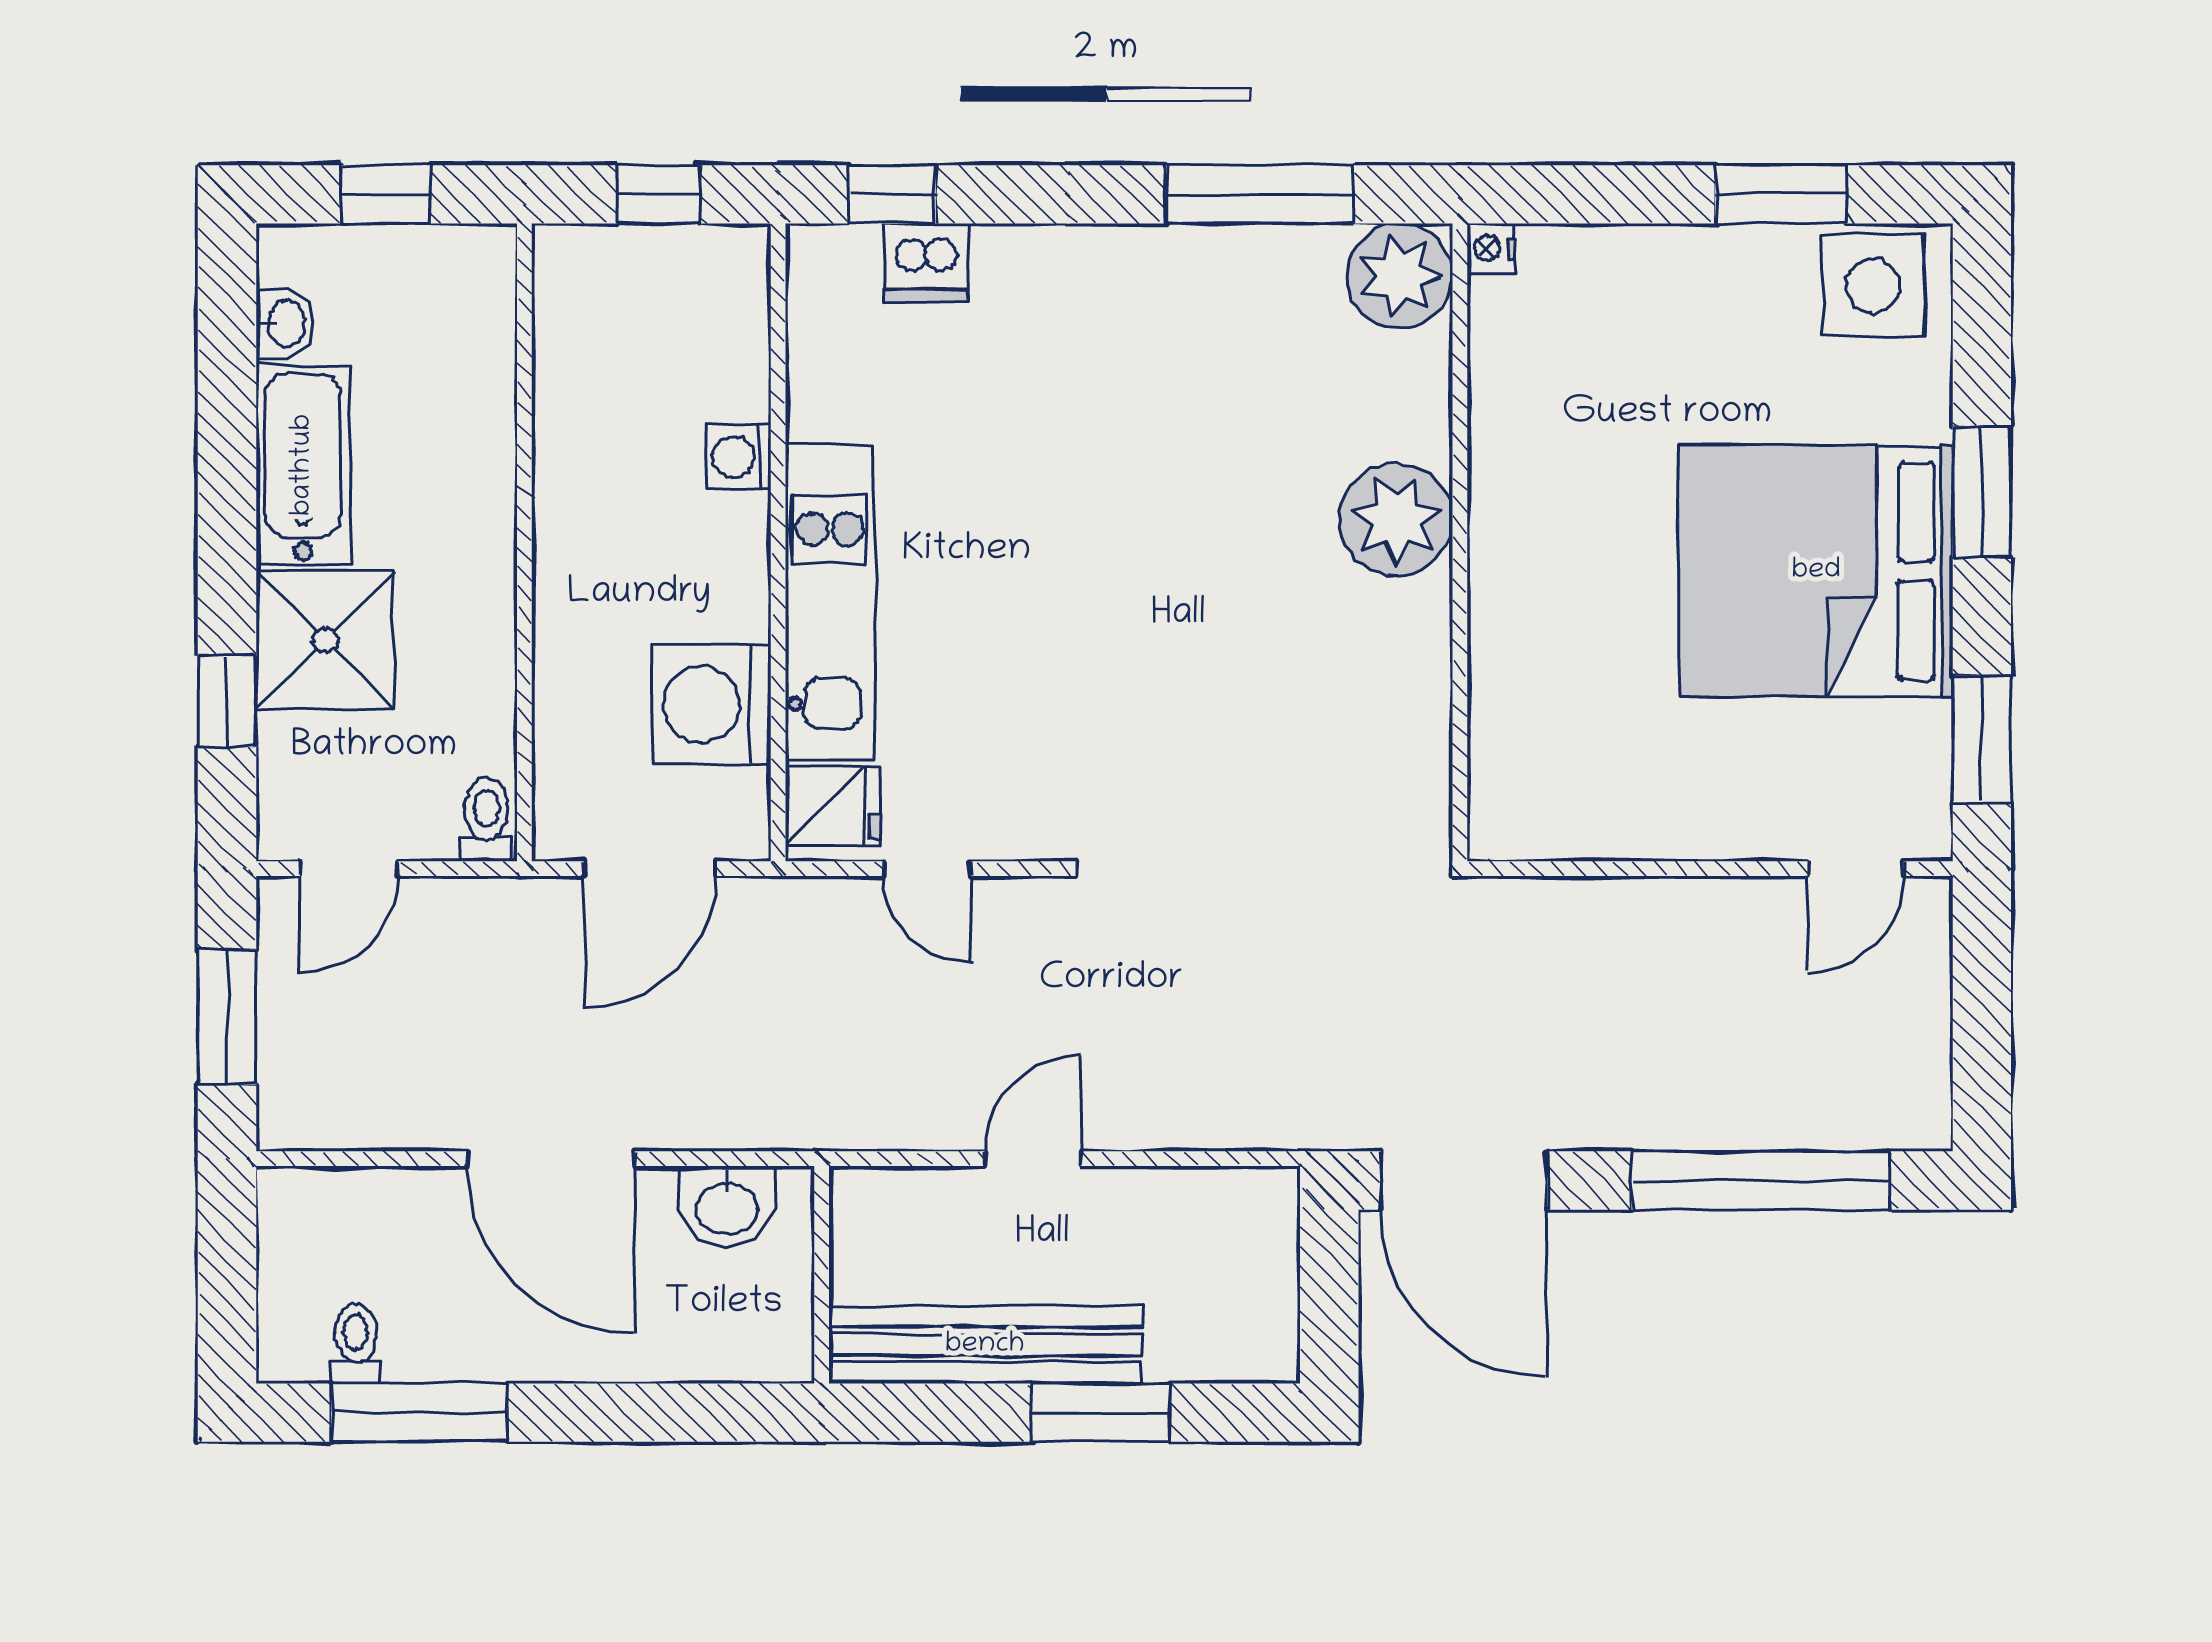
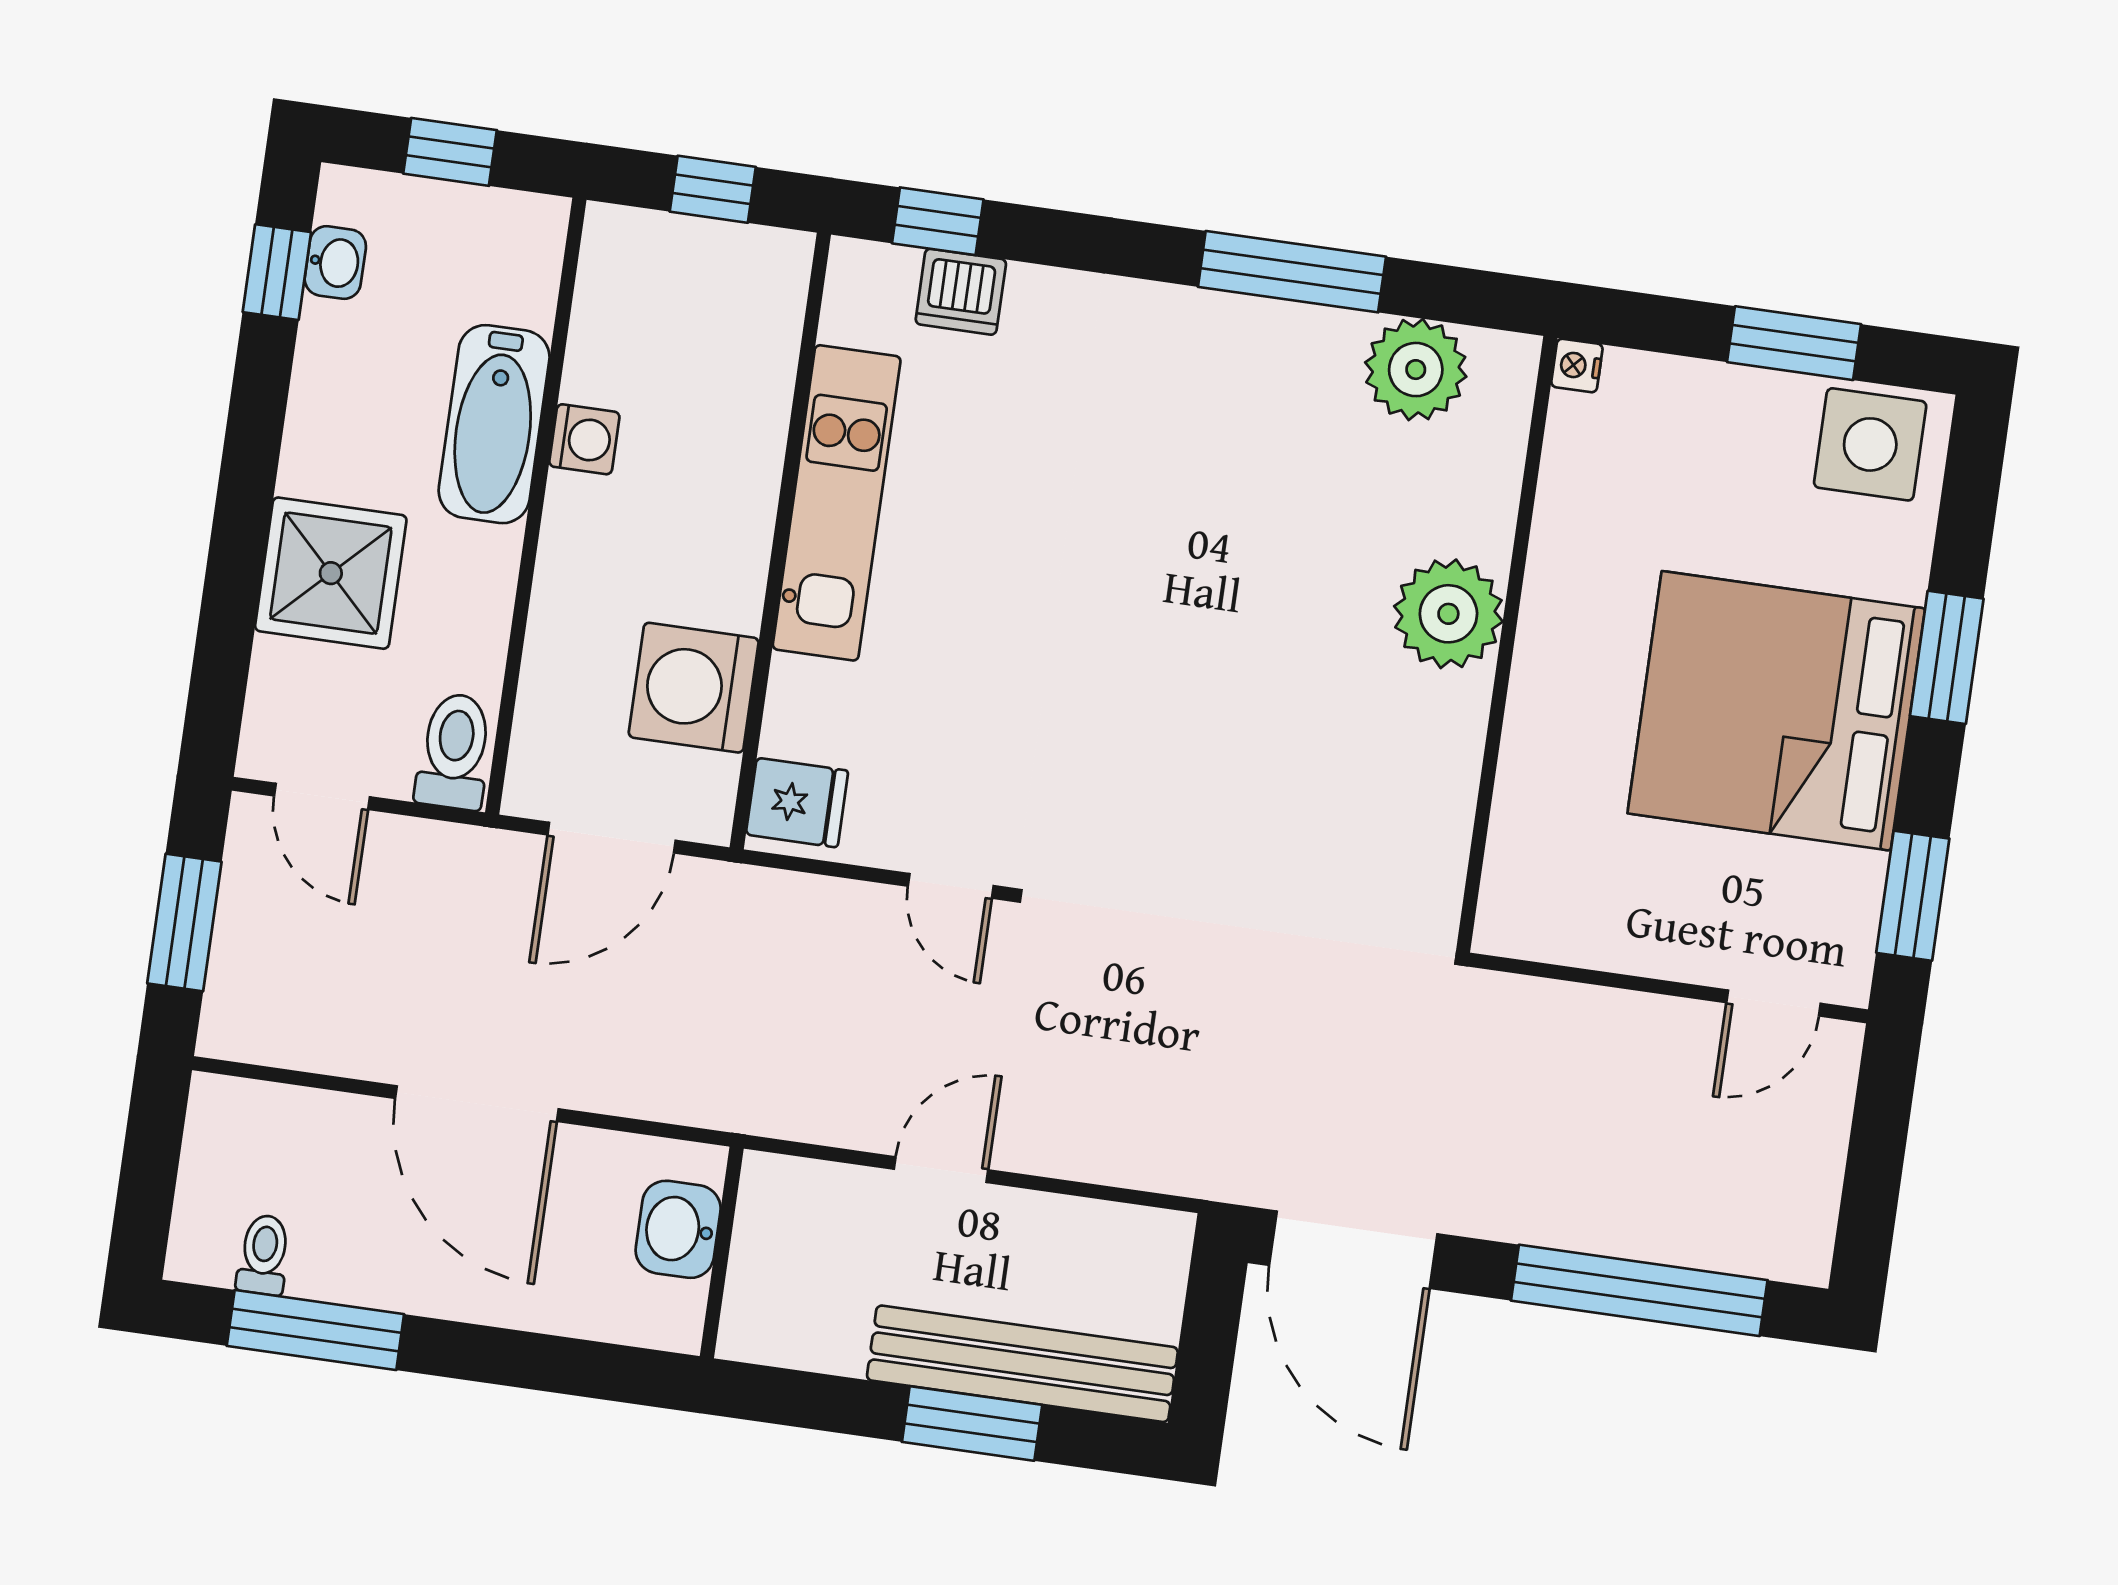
nightstand: (1491, 248) -> (1577, 366), moved
washing machine: (738, 457) -> (584, 439), moved, turned 180
bathtub: (303, 465) -> (494, 424), moved, turned 180
plant: (1396, 520) -> (1448, 614), moved
wall: (1460, 542) -> (1507, 644), moved
kitchen unit: (830, 602) -> (837, 503), moved
window: (227, 701) -> (277, 272), moved
toilet: (487, 820) -> (454, 751), width x1.37, depth x1.39
door: (349, 869) -> (322, 796), hinge flipped
door: (927, 869) -> (951, 886), moved
washbasin: (727, 1207) -> (678, 1229), moved, turned 90
bench: (985, 1345) -> (1022, 1364), moved

